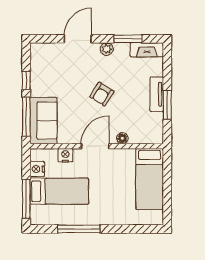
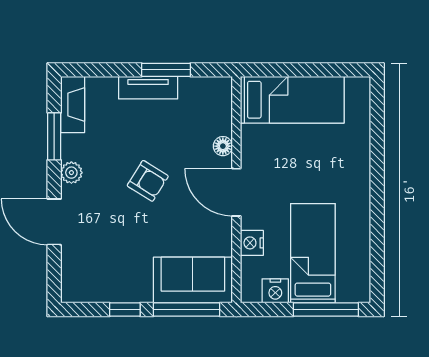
window: (79, 229) -> (377, 220), removed

